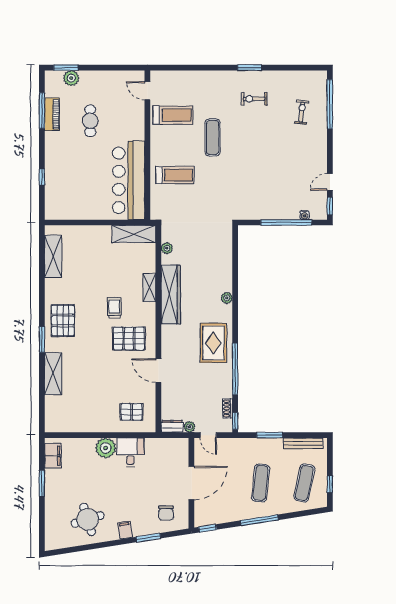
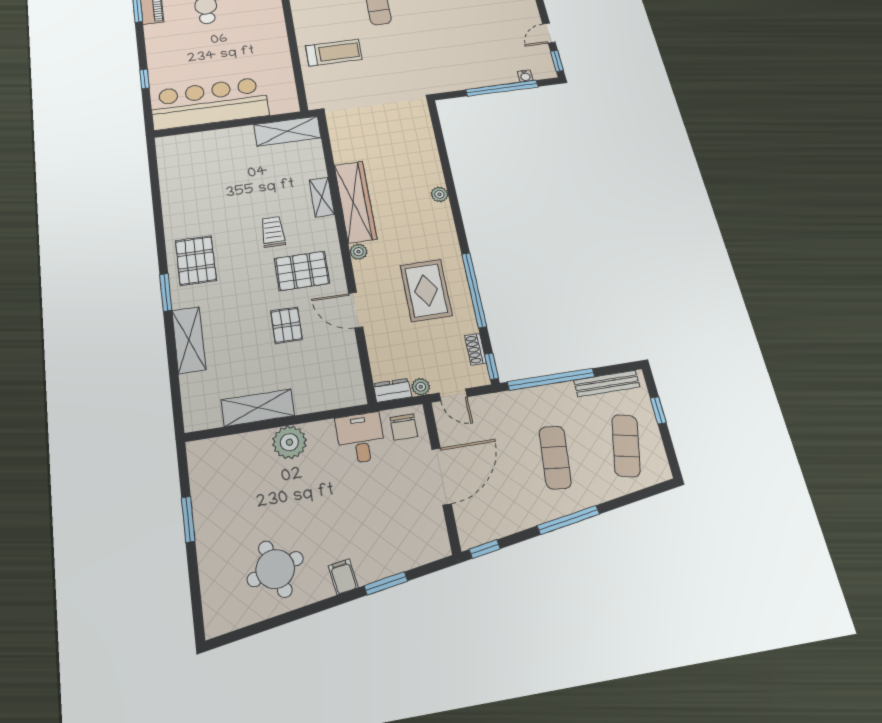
bar counter: (129, 180) -> (209, 103), moved, turned 90
plant: (167, 248) -> (359, 252), moved
shelving: (53, 256) -> (258, 408), moved, turned 90
rug: (213, 343) -> (426, 290), moved
pallet: (132, 412) -> (286, 325), moved, turned 90
window: (270, 435) -> (551, 379), width x2.11
desk: (130, 452) -> (361, 438), moved
filing cabinet: (53, 456) -> (202, 469), removed
window: (330, 484) -> (658, 410), moved
chair: (166, 513) -> (404, 427), moved

